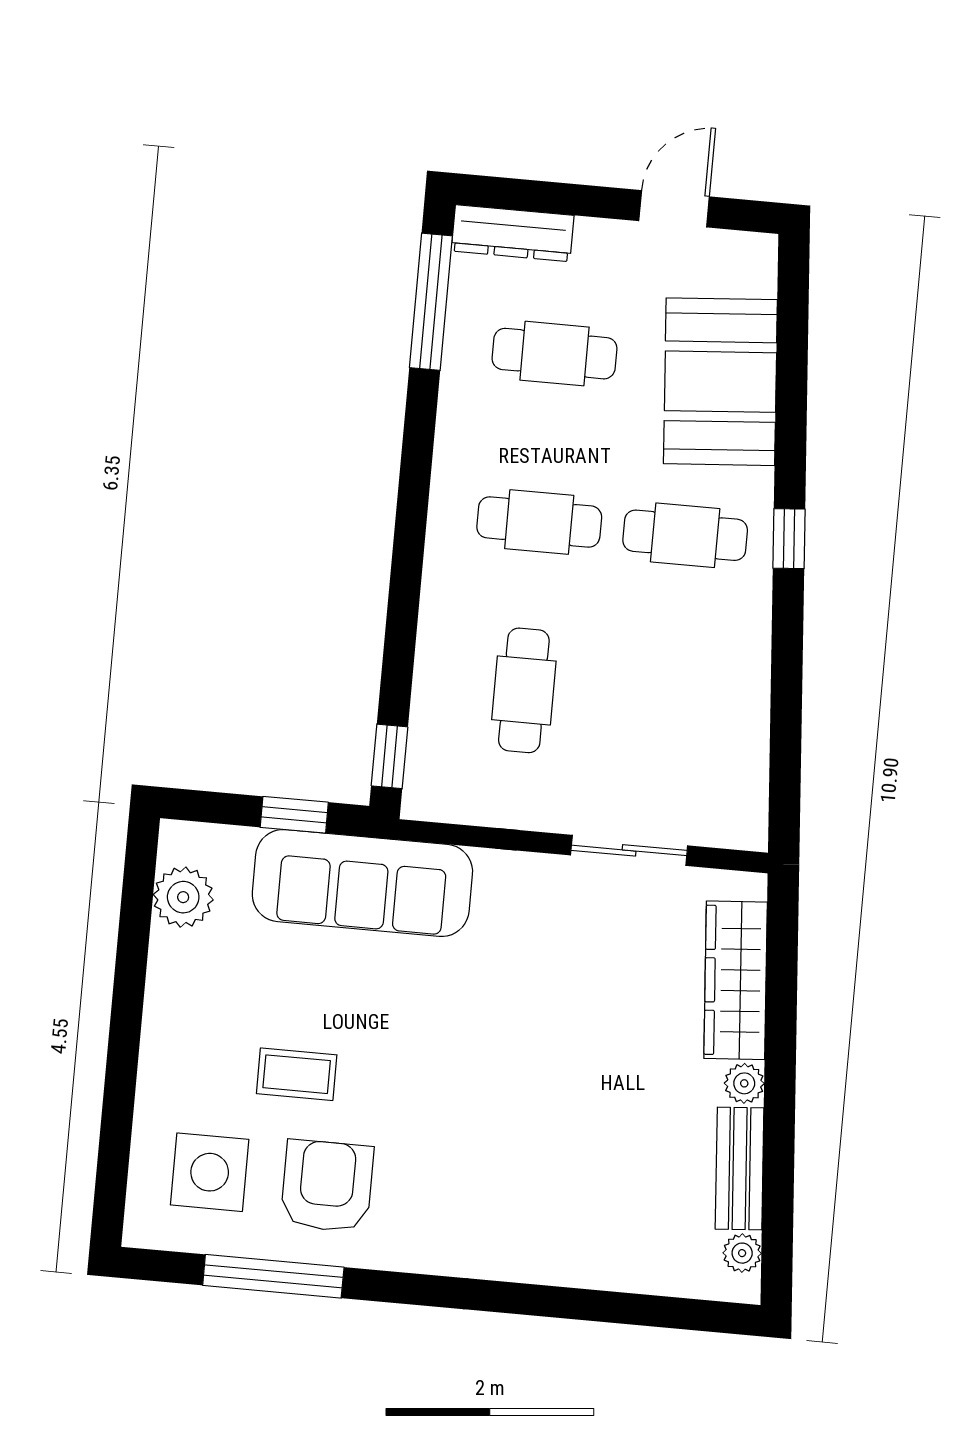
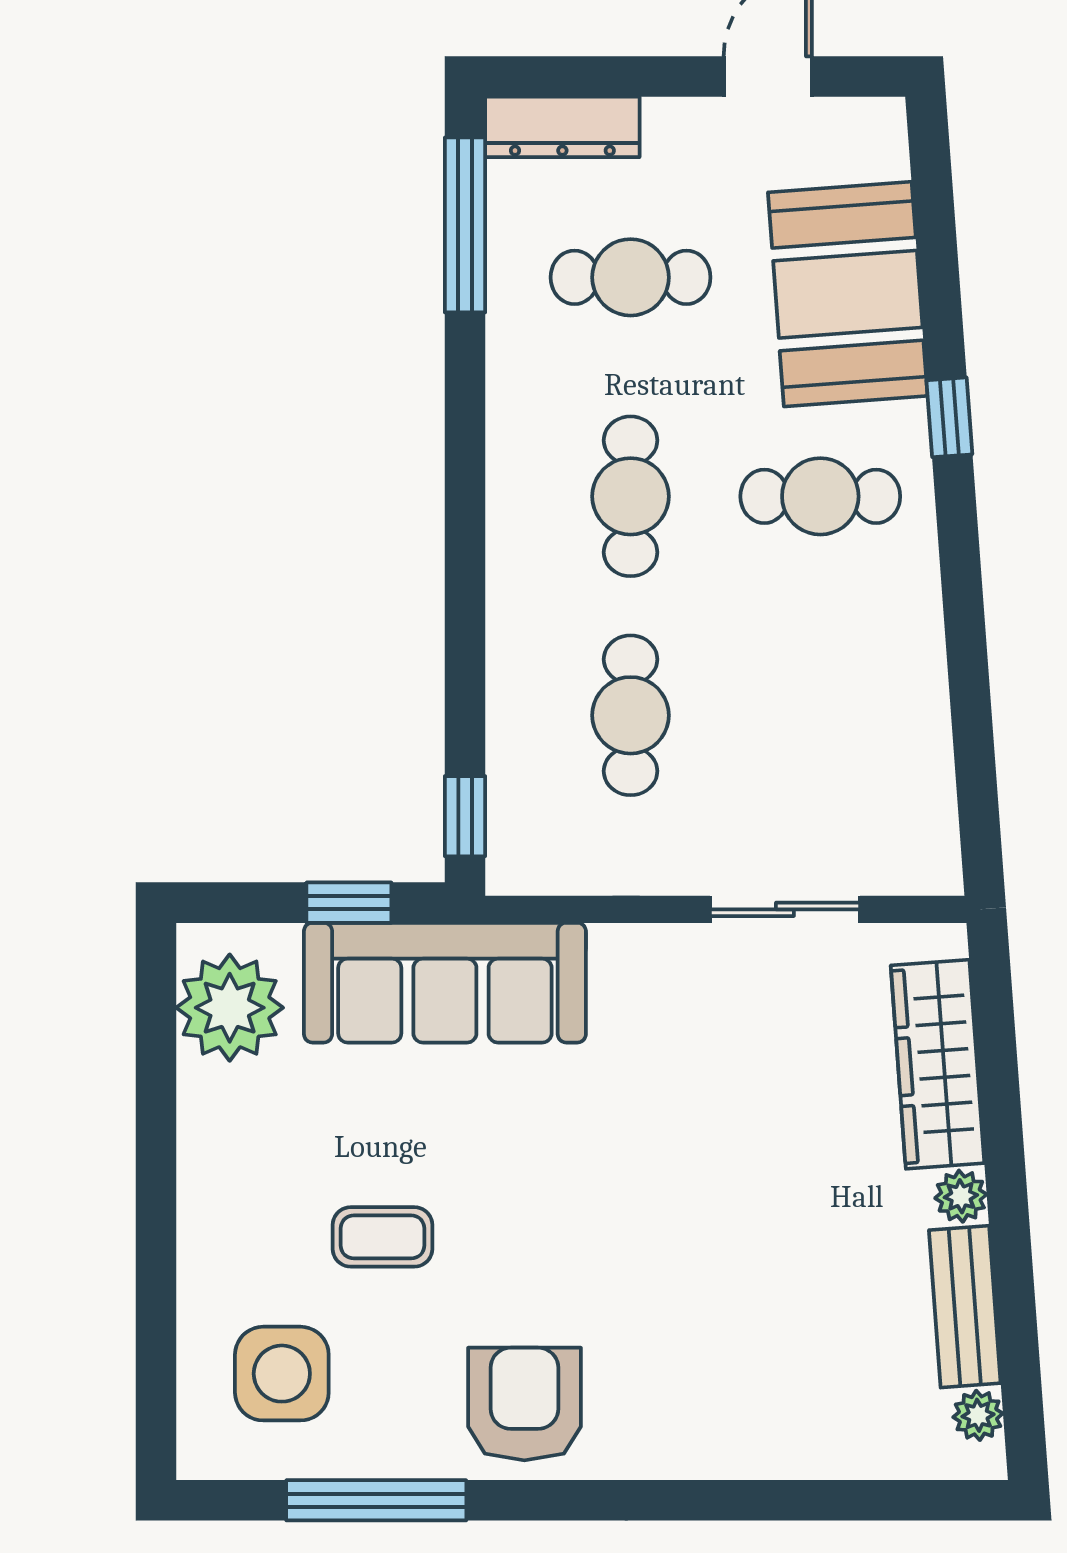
cafe table: (539, 522) -> (631, 496), turned 90
window: (789, 539) -> (949, 417), moved
plant: (183, 897) -> (230, 1008), width x1.36, depth x1.36
armchair: (327, 1186) -> (524, 1404), moved

